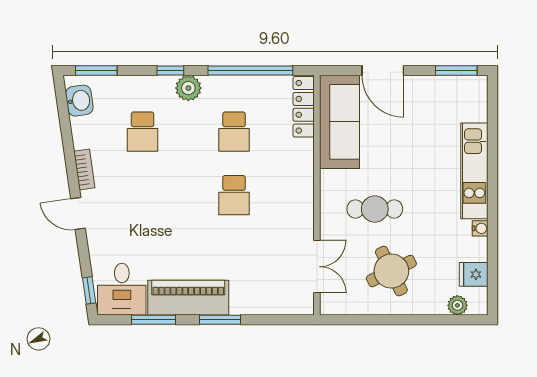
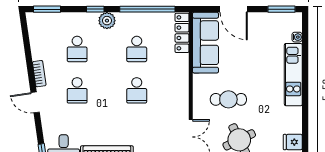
washbasin: (79, 101) -> (36, 29), removed
school desk: (143, 195) -> (77, 90), added
water cooler: (480, 228) -> (297, 37), moved

